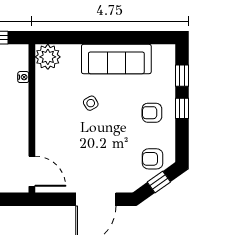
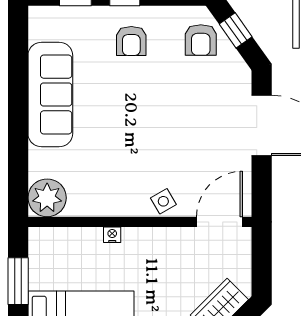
nightstand: (23, 77) -> (112, 235), moved
side table: (91, 103) -> (163, 201), moved

